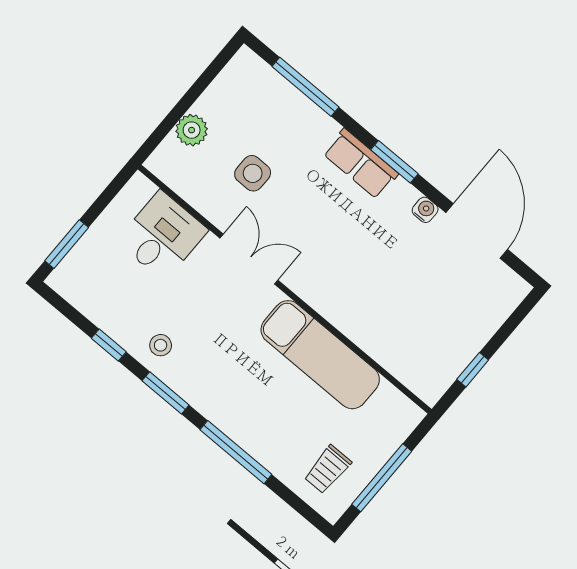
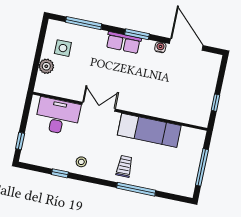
side table: (253, 173) -> (63, 48), moved
desk: (162, 236) -> (58, 116), width x1.37
window: (67, 244) -> (20, 141), width x0.67
window: (166, 393) -> (94, 180), removed
trolley: (328, 469) -> (124, 166), moved, turned 180

